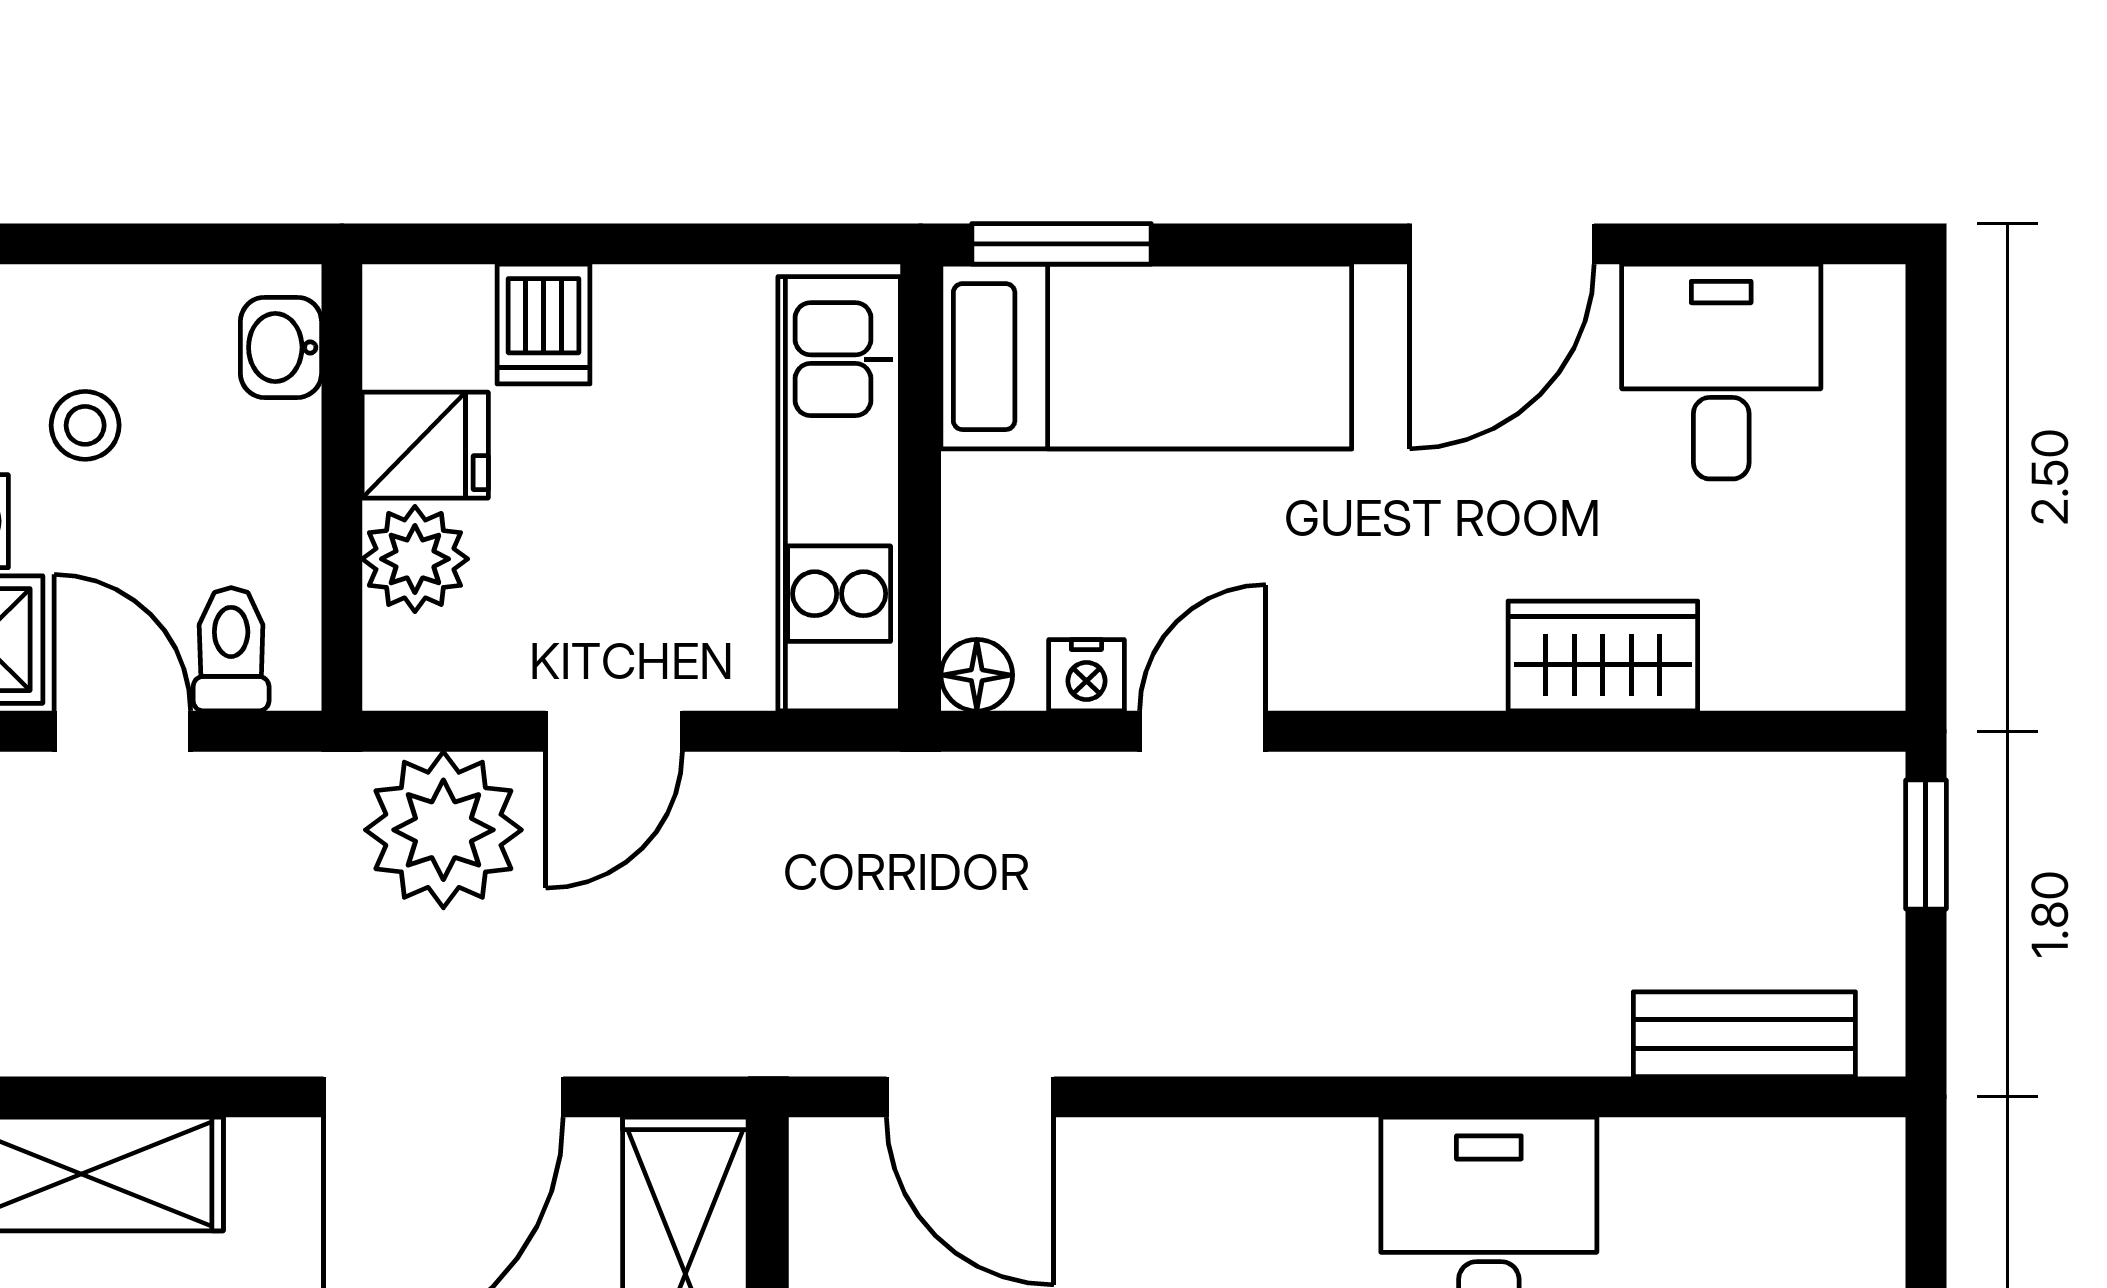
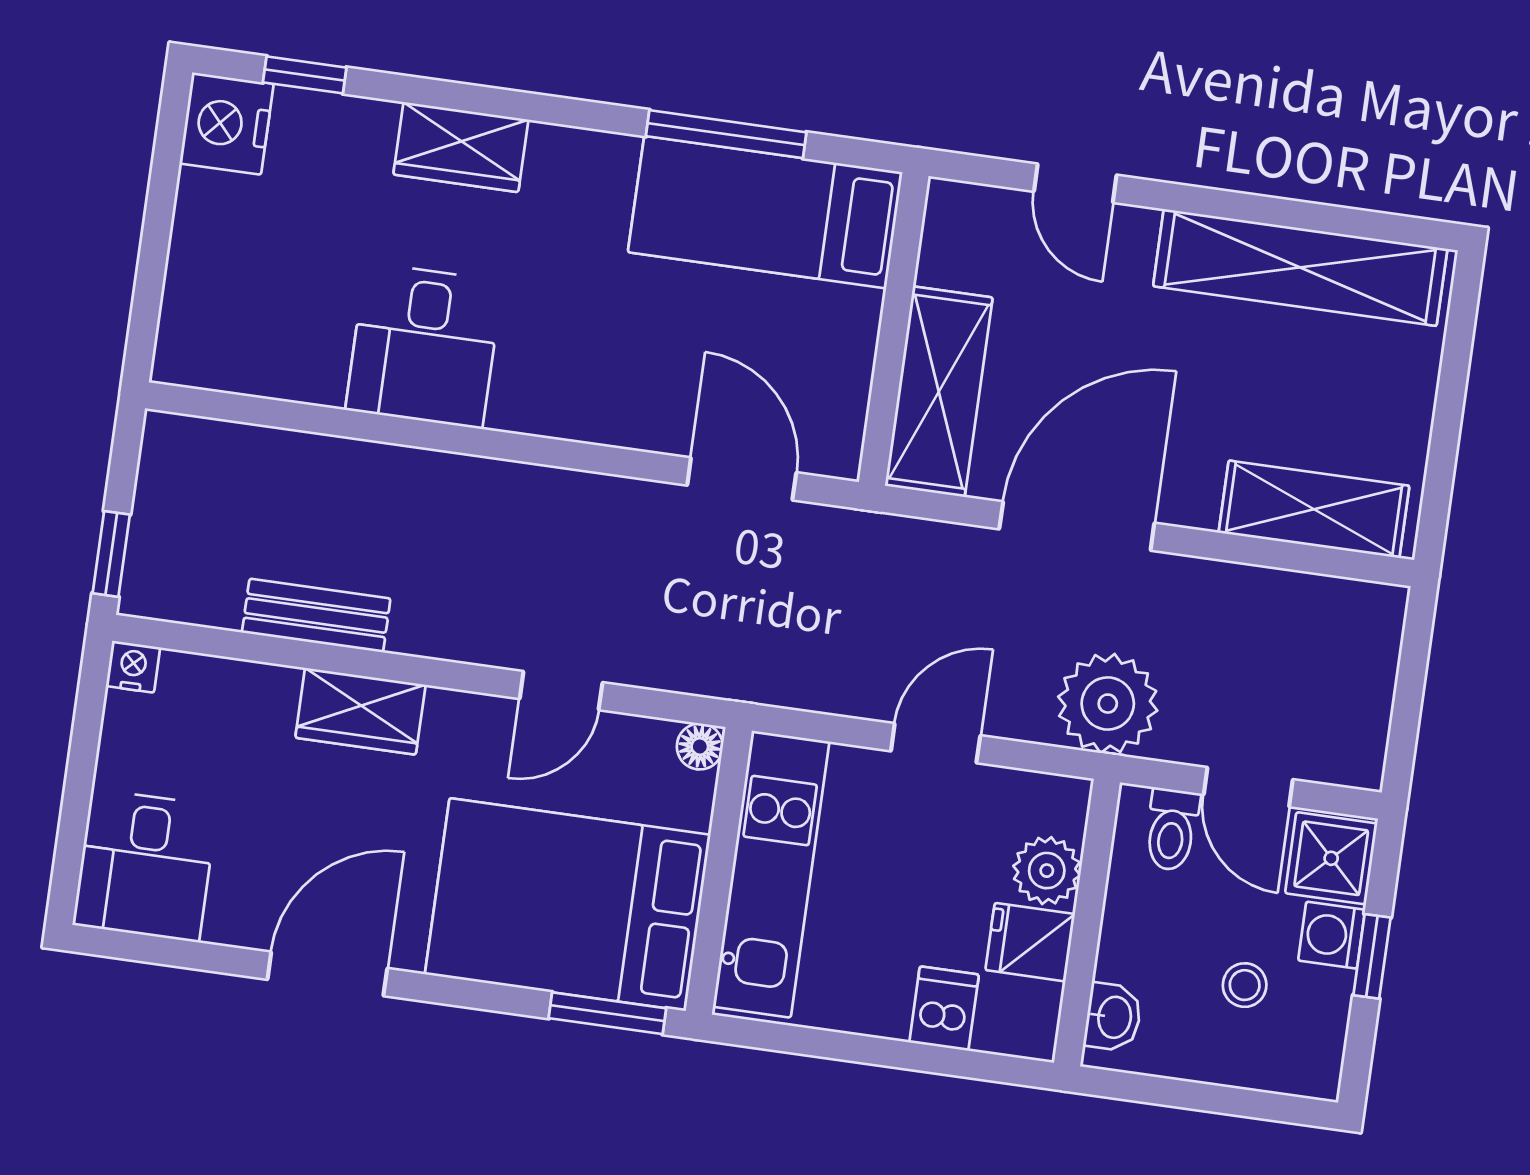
bed: (1146, 357) -> (568, 905), width x1.50
desk: (1721, 372) -> (145, 865), moved
wardrobe: (1603, 656) -> (360, 711), moved
nightstand: (1086, 675) -> (133, 667), moved
plant: (443, 830) -> (1108, 704), moved
bench: (1744, 1034) -> (316, 615), moved

